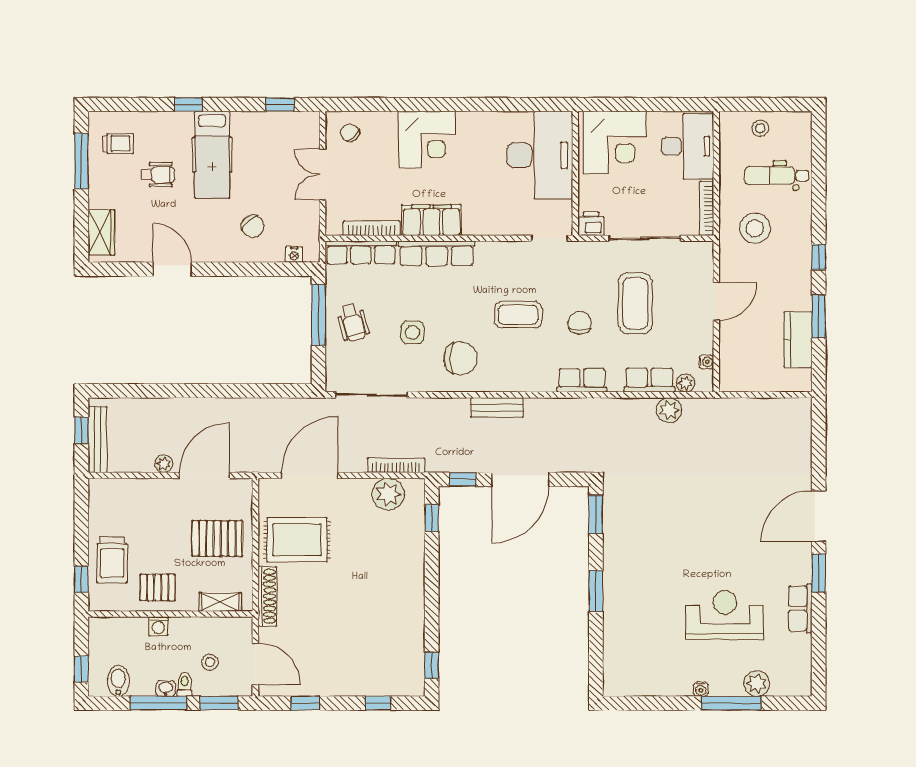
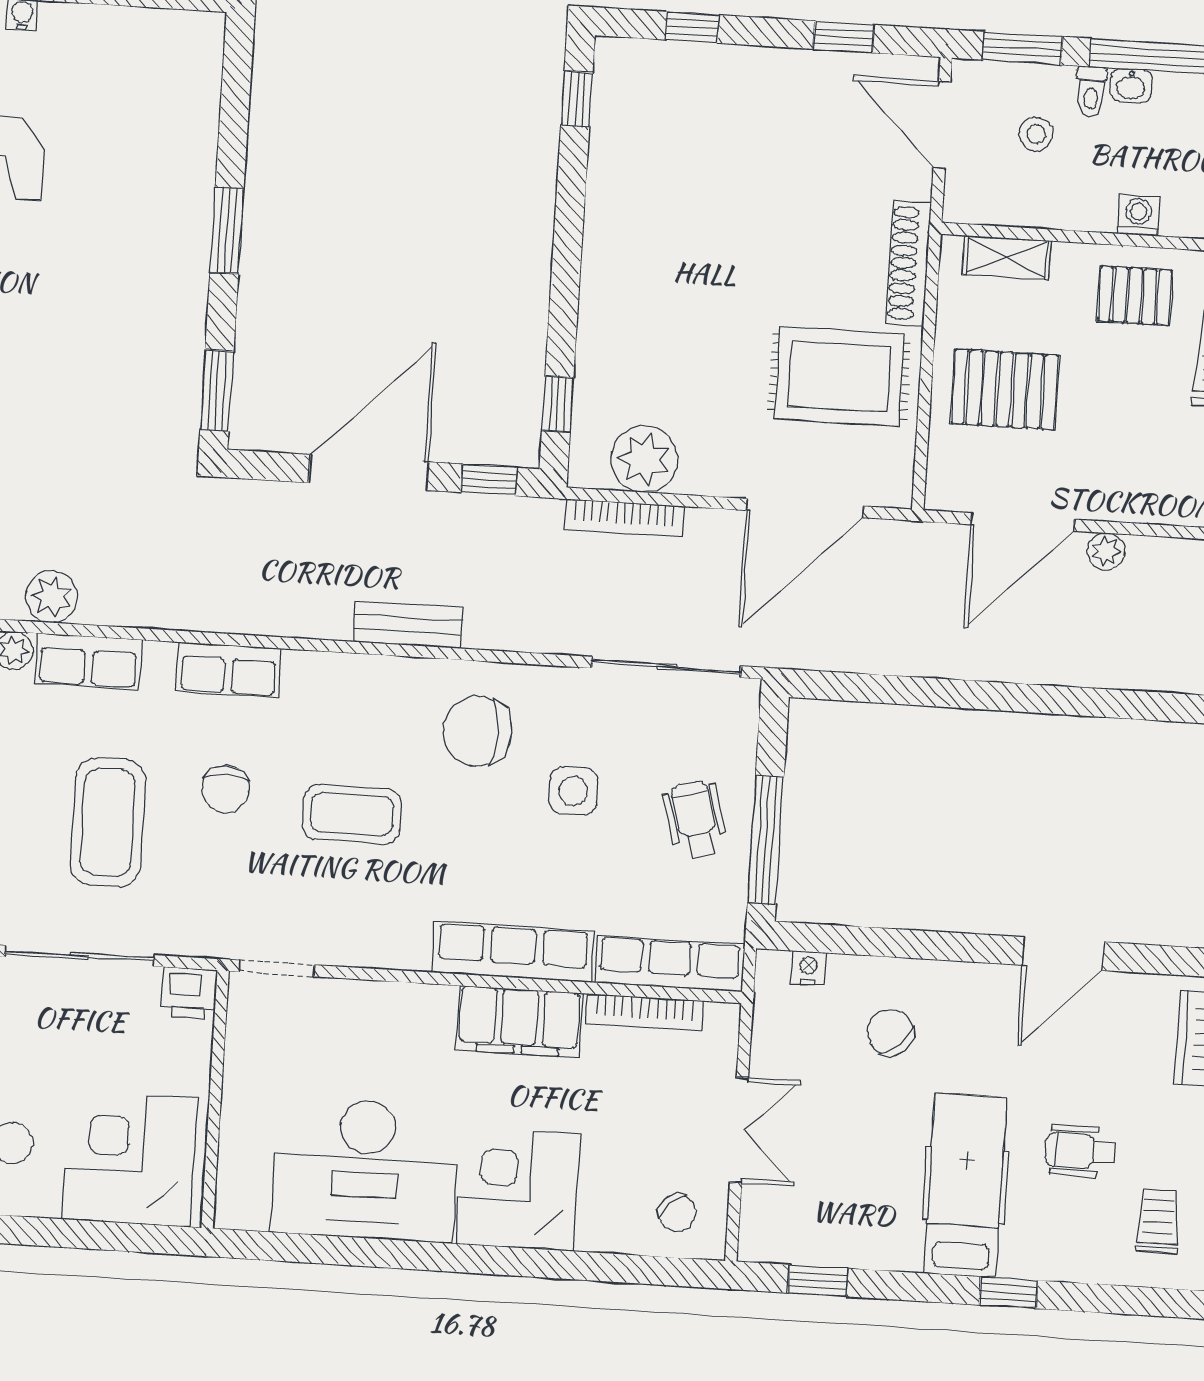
trolley: (118, 143) -> (1158, 1221), turned 90
desk: (540, 155) -> (365, 1170), moved, turned -90
door: (172, 269) -> (1063, 954), hinge flipped

